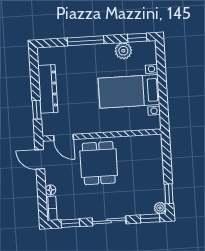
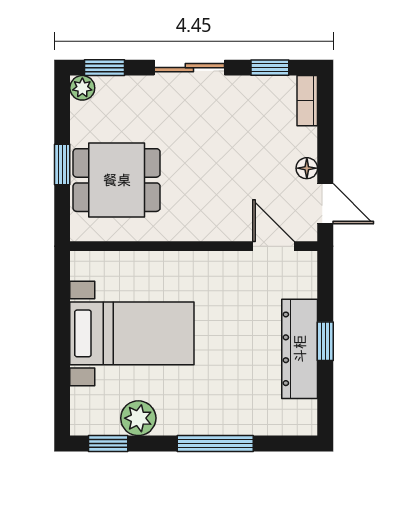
window: (37, 110) -> (325, 341), moved
dining table: (99, 163) -> (117, 180), moved, turned 90
floor lamp: (51, 190) -> (307, 168), moved
window: (169, 194) -> (62, 165), moved

